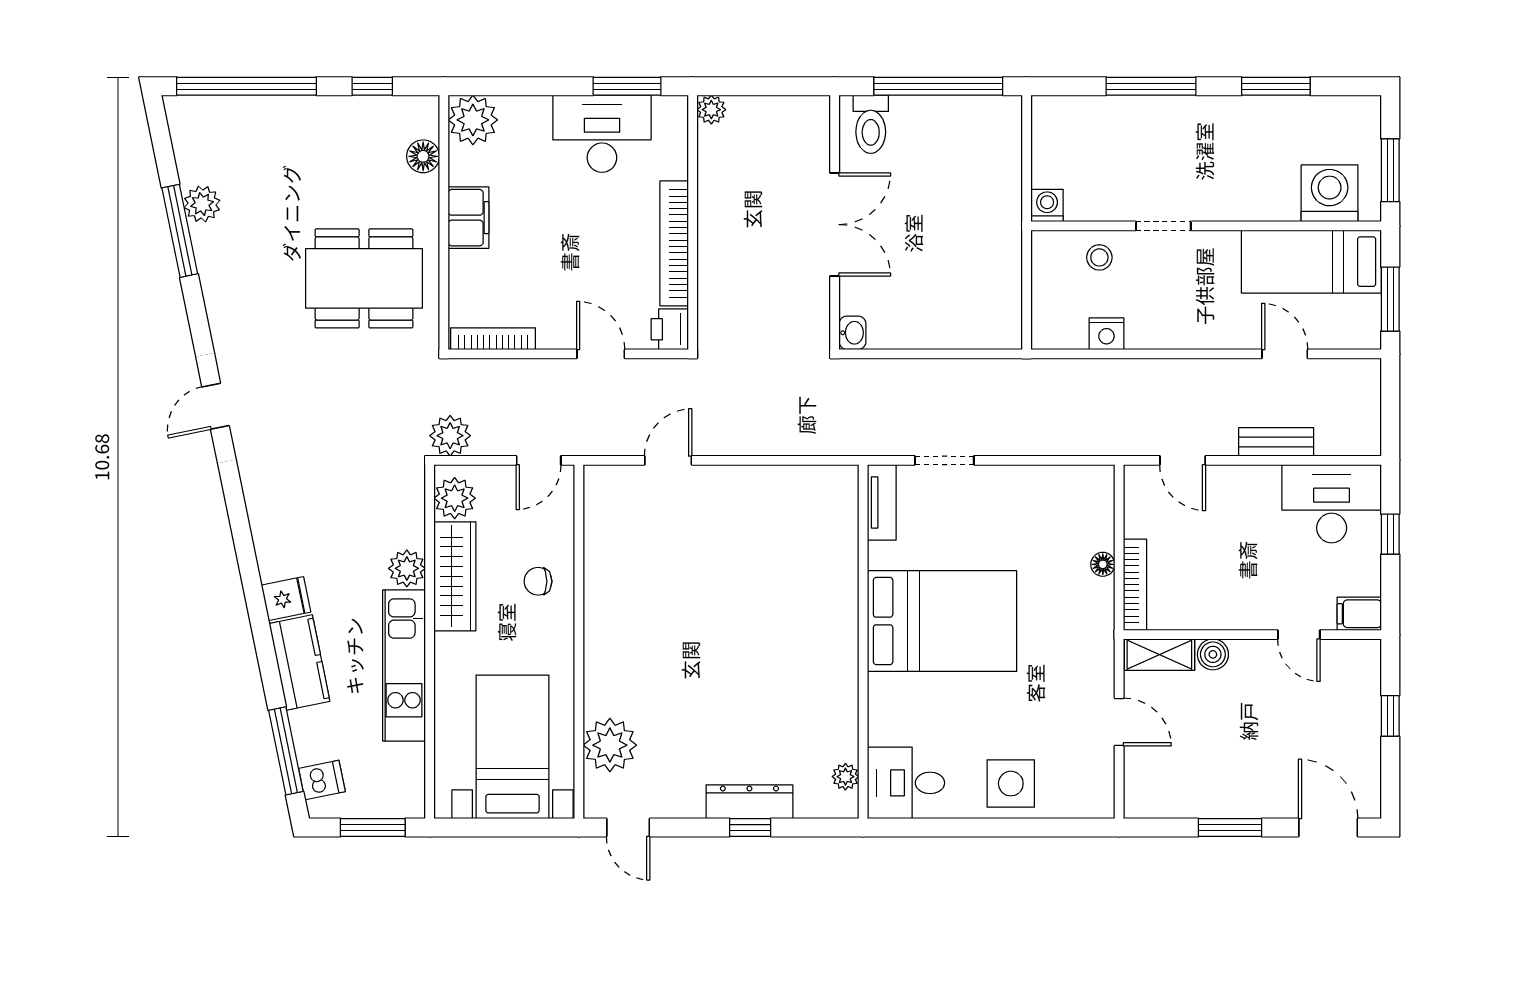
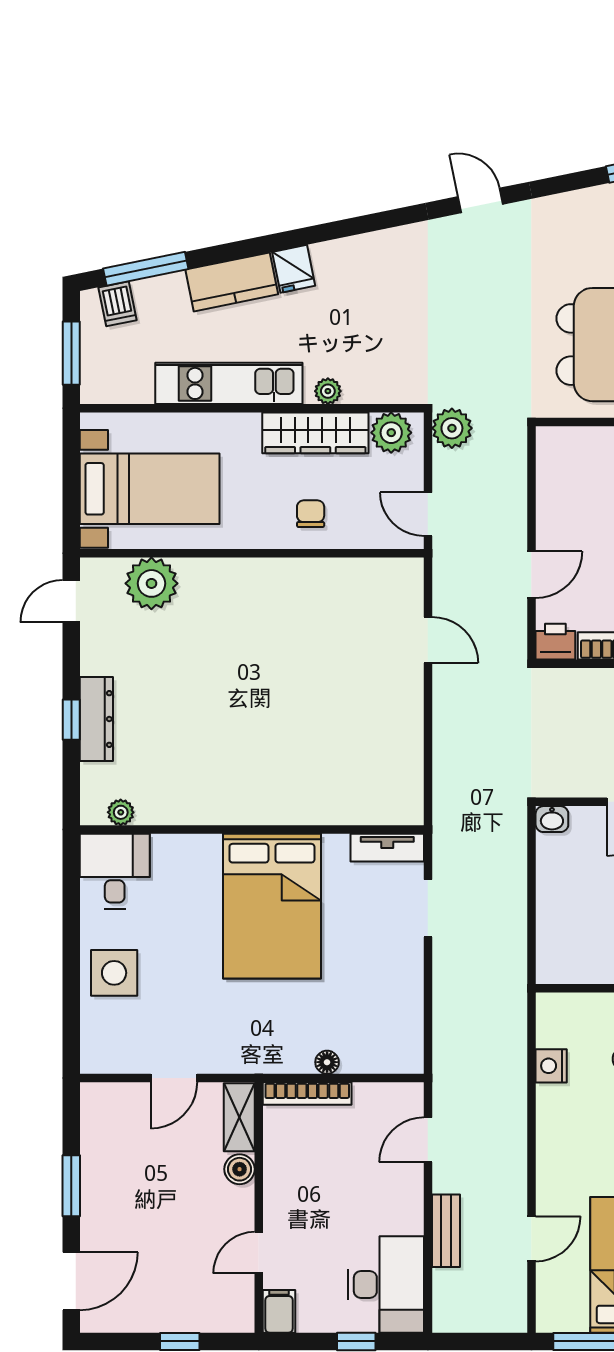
bookcase: (493, 339) -> (546, 470), removed
plant: (407, 568) -> (328, 391), width x0.73, depth x0.73

